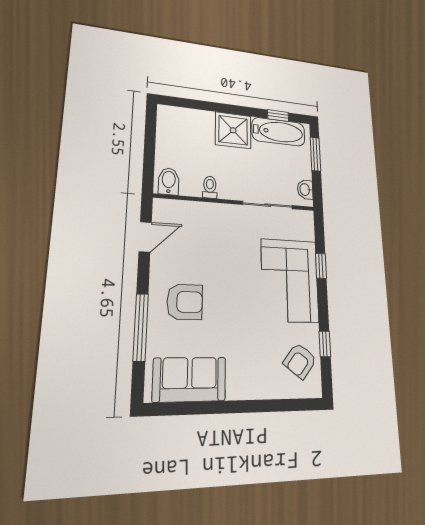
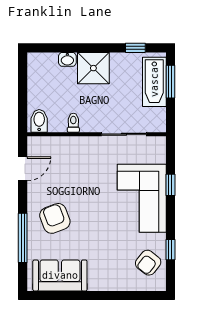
bathtub: (279, 132) -> (154, 82), moved, turned 90
washbasin: (305, 190) -> (67, 59), moved, turned -90
armchair: (185, 302) -> (55, 218), turned -111

